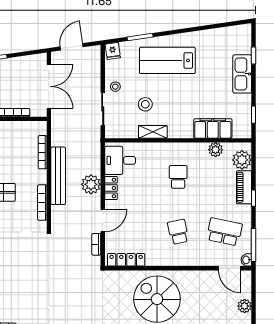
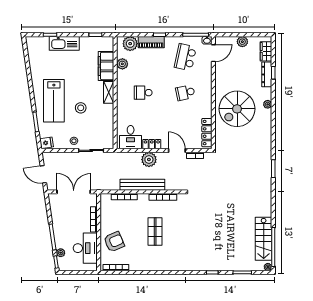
stool: (145, 104) -> (81, 108), moved
shelving: (153, 132) -> (109, 92), moved

